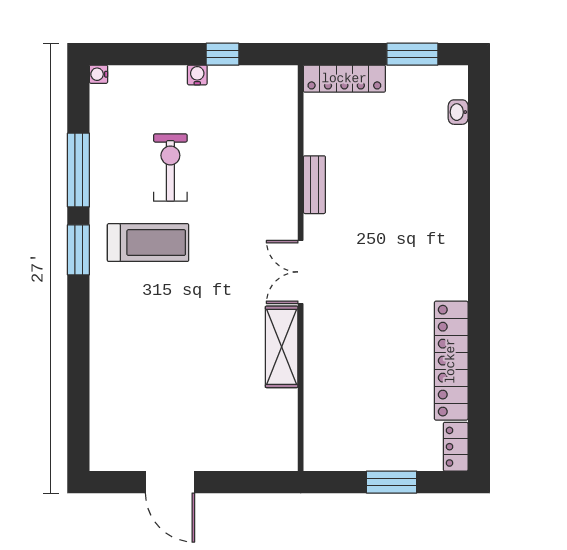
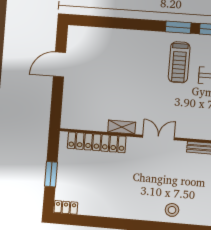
stool: (442, 234) -> (172, 210), added
shelving: (282, 347) -> (122, 127), width x0.67, depth x0.75
locker: (451, 361) -> (97, 142), moved, turned 180

